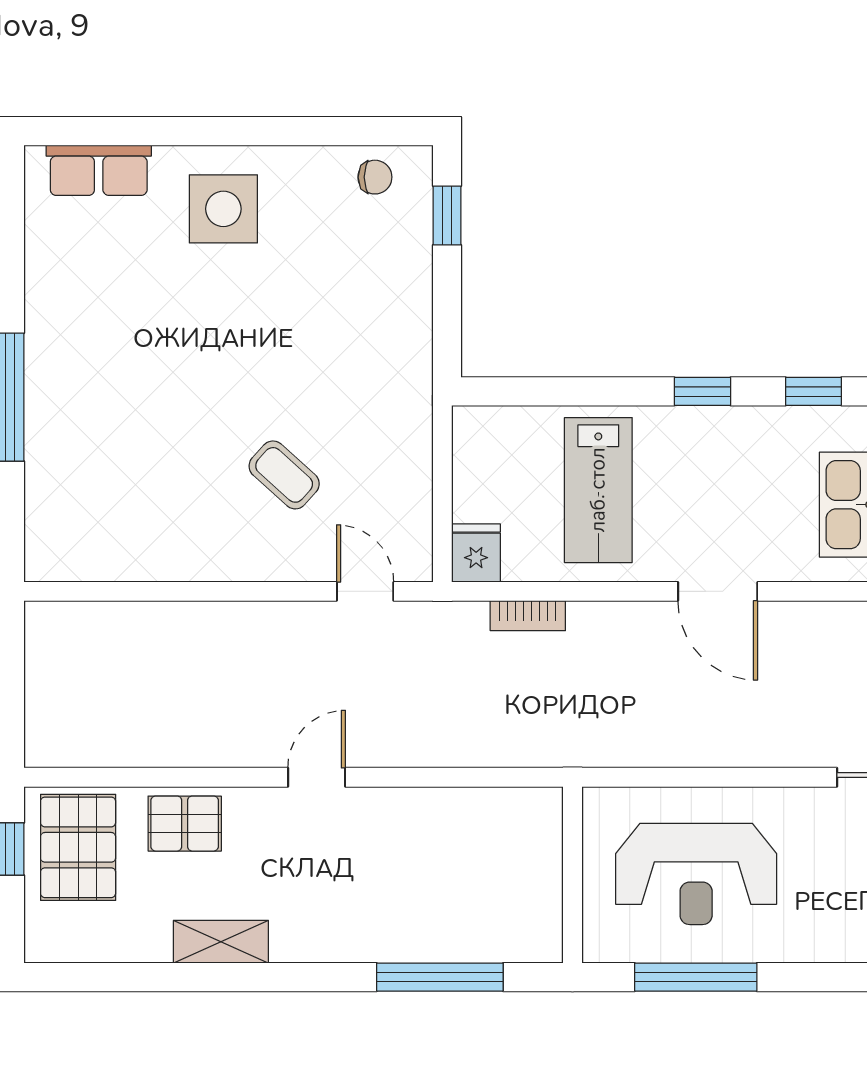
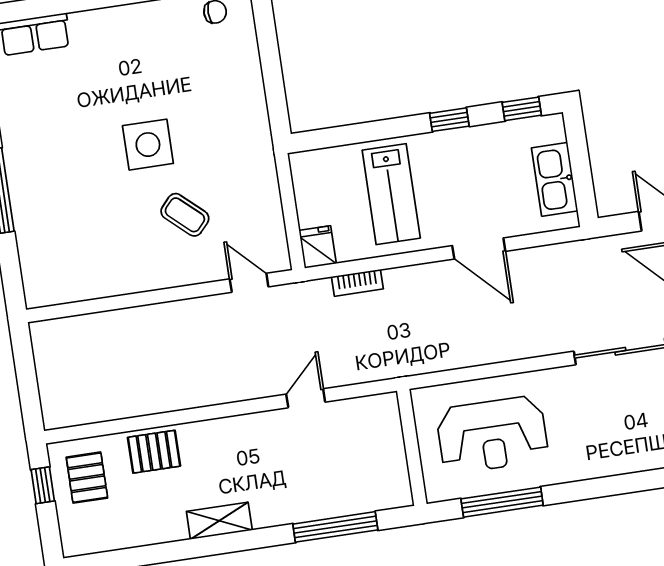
side table: (223, 209) -> (148, 145), moved
window: (447, 216) -> (266, 30), removed
door: (317, 777) -> (306, 398), moved
pallet: (78, 847) -> (87, 478), width x0.67, depth x0.71
shelving: (221, 942) -> (219, 521), moved

